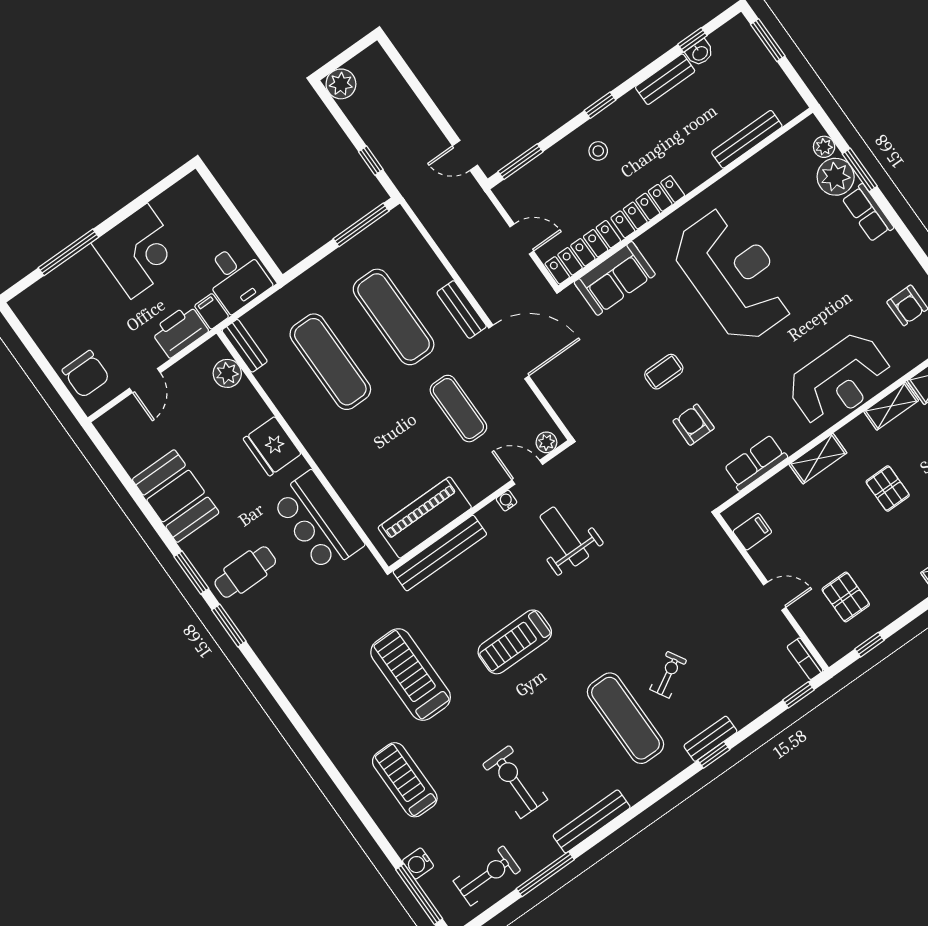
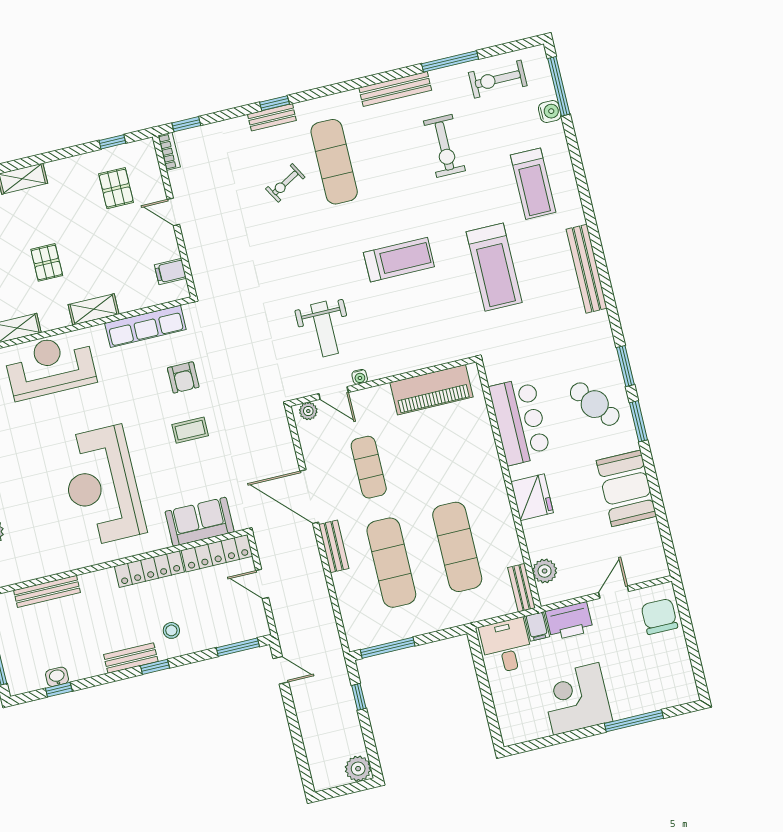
bench: (665, 79) -> (131, 658), moved
row of seats: (756, 463) -> (145, 326), width x1.48
bench: (440, 553) -> (587, 269), moved, turned 90
cafe table: (245, 572) -> (595, 404), turned 52

